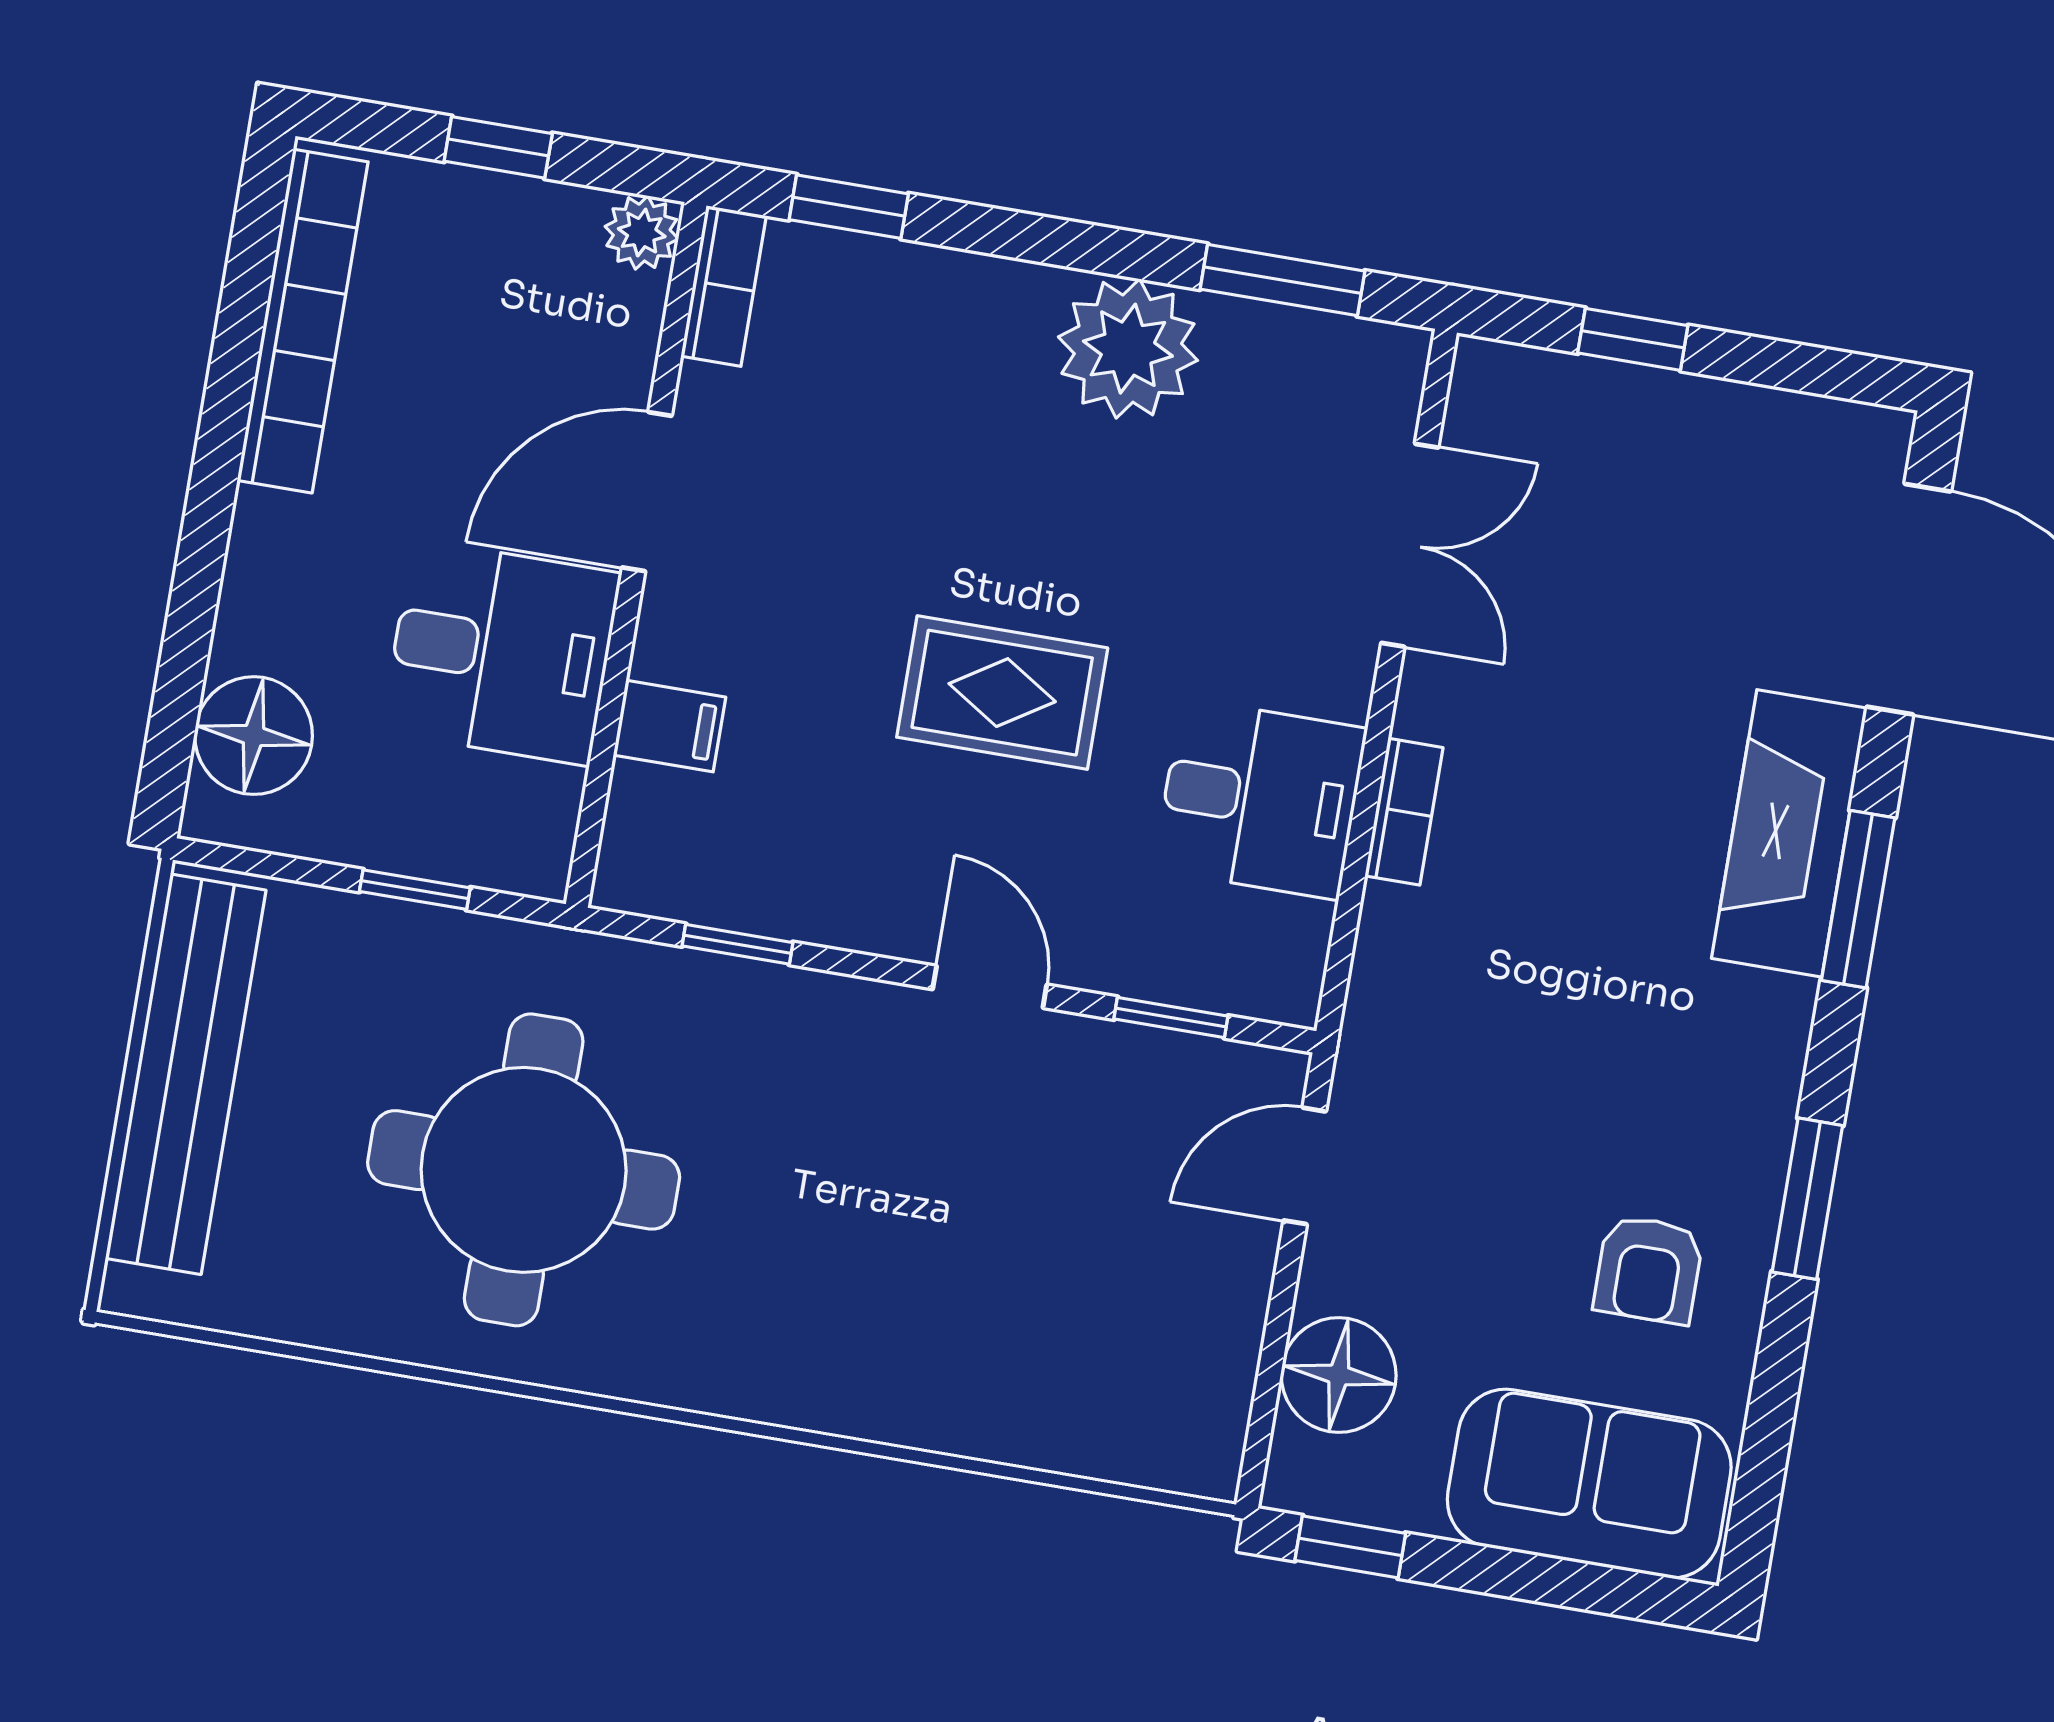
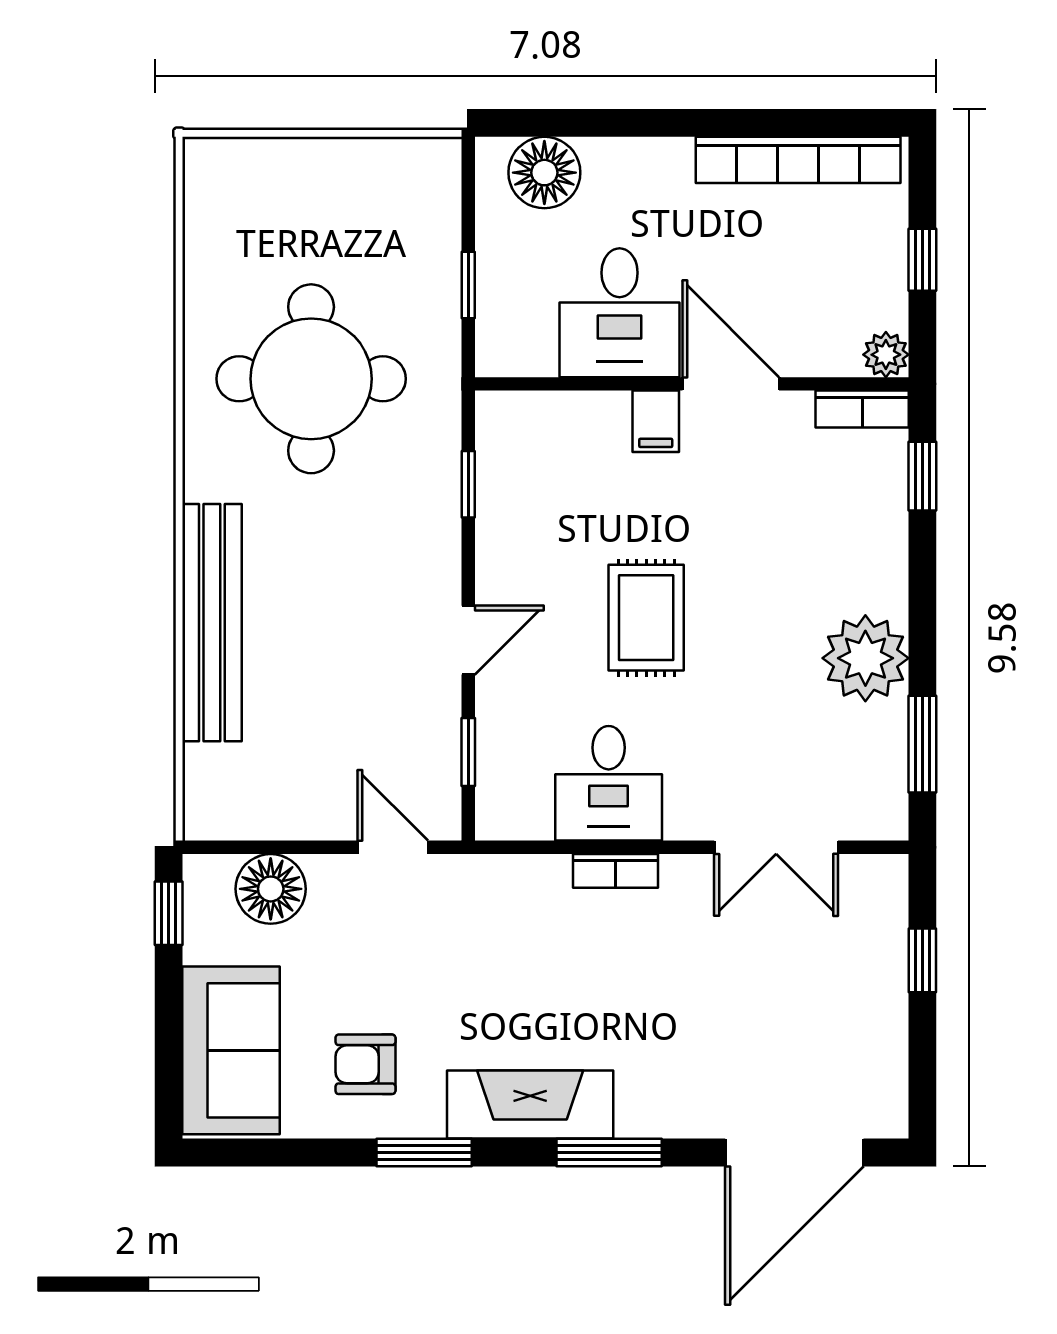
filing cabinet: (670, 726) -> (656, 421), moved
fireplace: (1789, 833) -> (530, 1105), moved
bench: (186, 1074) -> (212, 623), moved, turned 90

